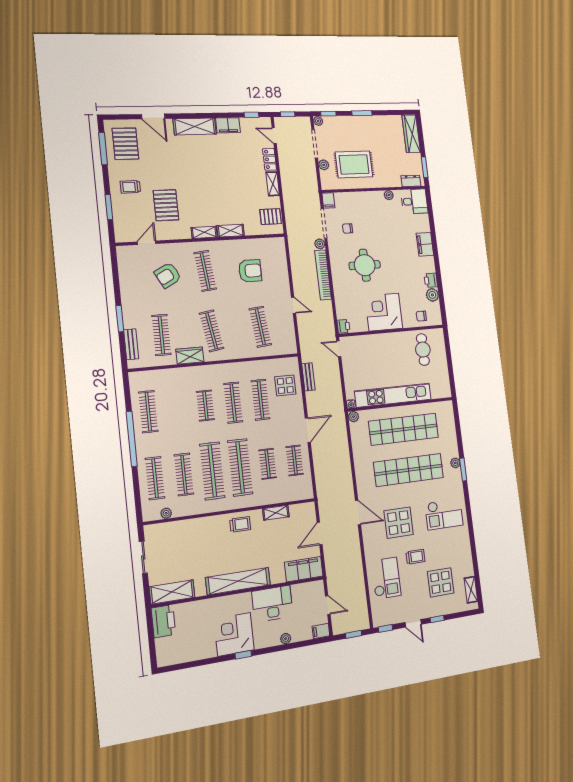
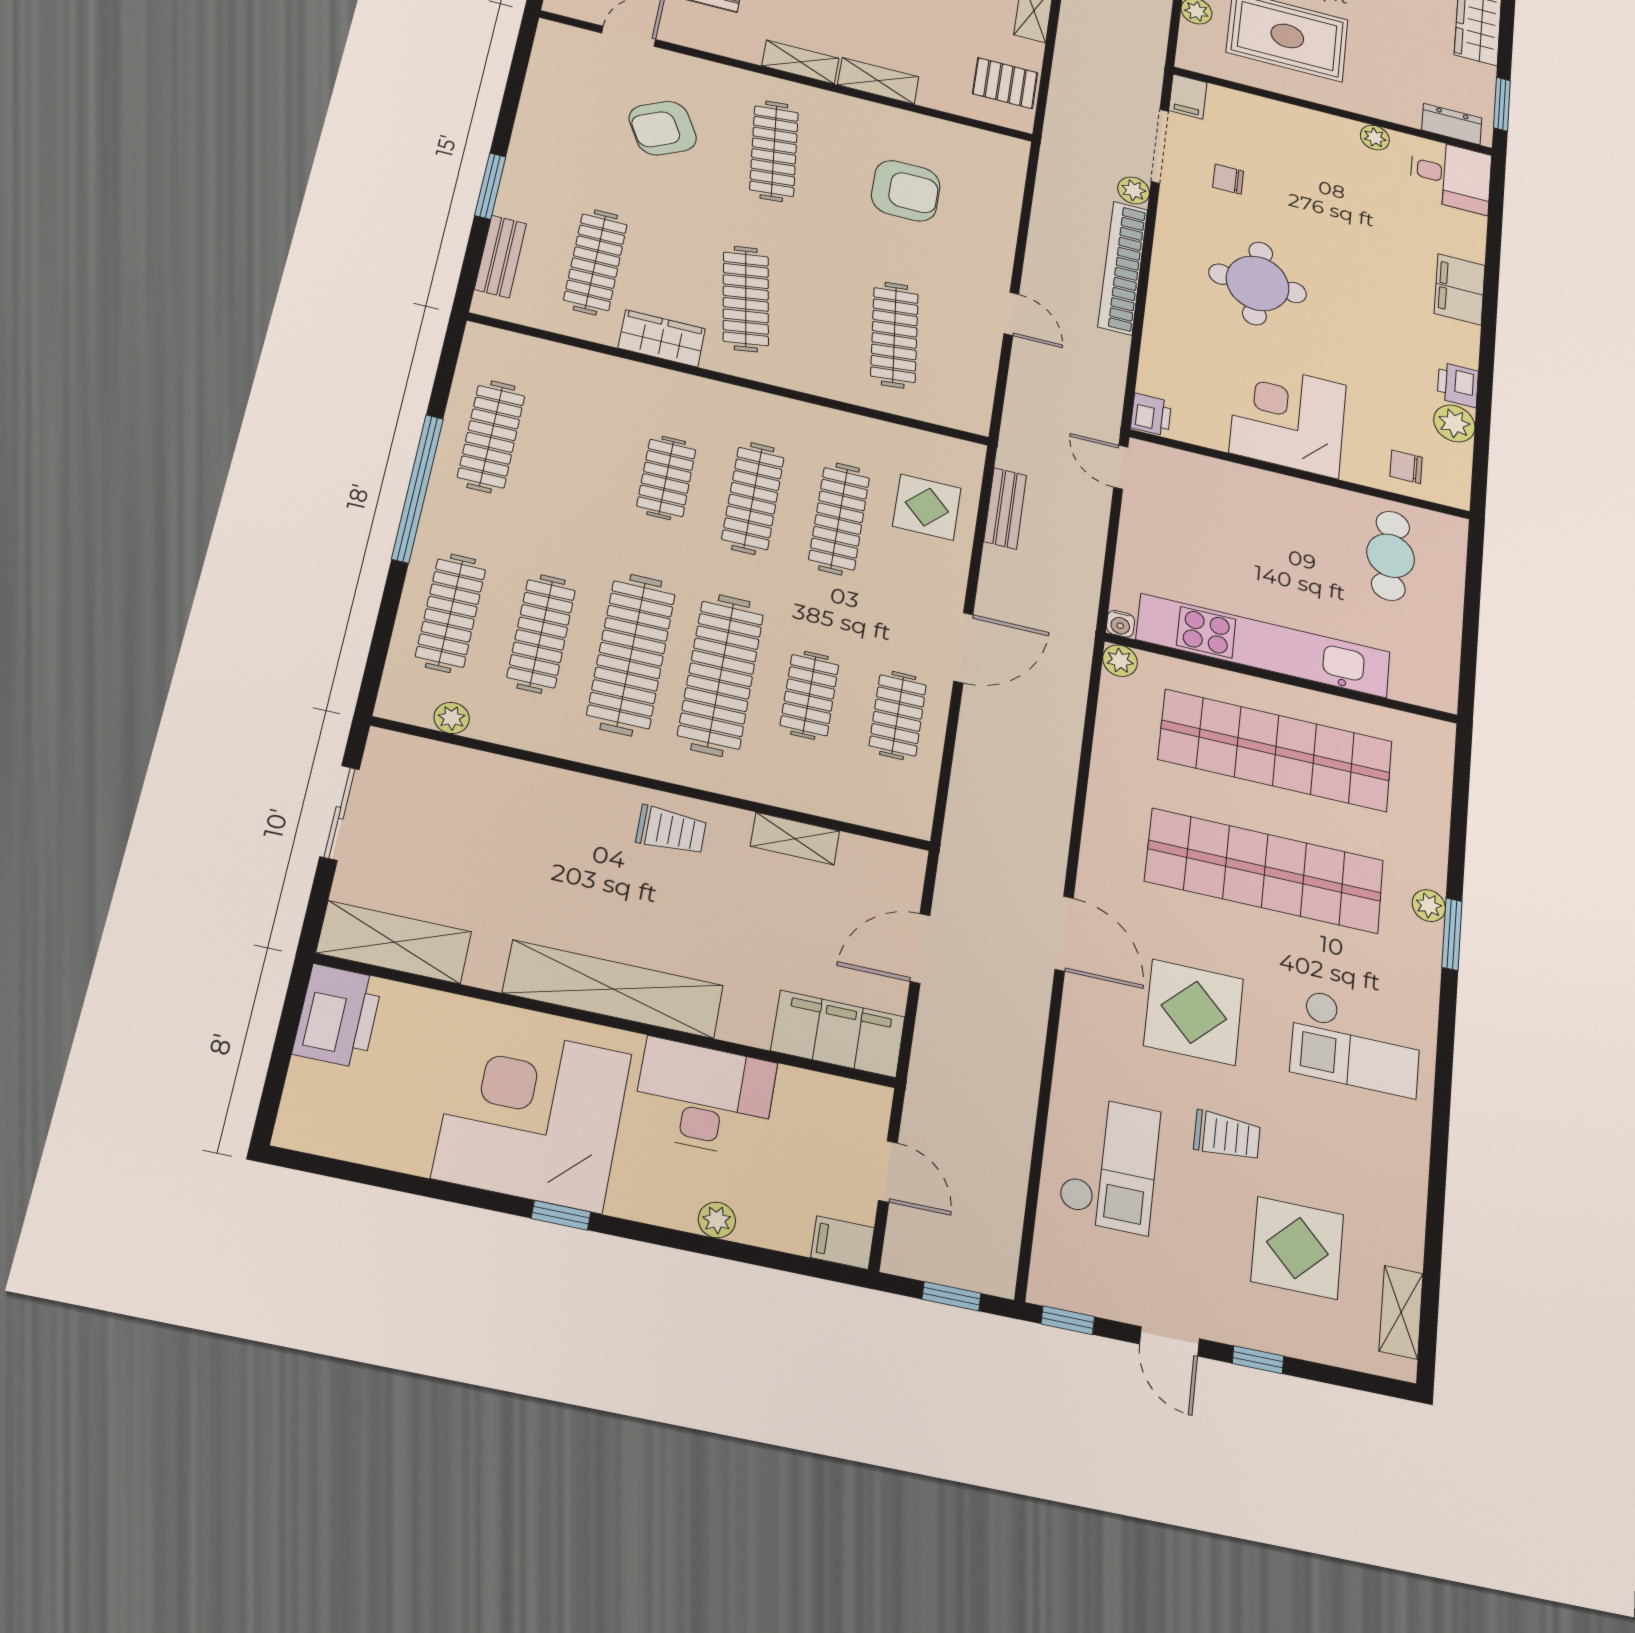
corner desk: (234, 634) -> (532, 1116), width x1.36, depth x1.36

